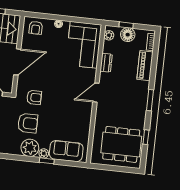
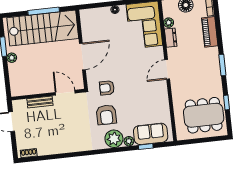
armchair: (36, 28) -> (93, 19), removed
plant: (109, 35) -> (169, 23), moved
armchair: (34, 97) -> (107, 88), turned 180
armchair: (28, 123) -> (106, 115), turned 90
window: (47, 161) -> (146, 147), moved

